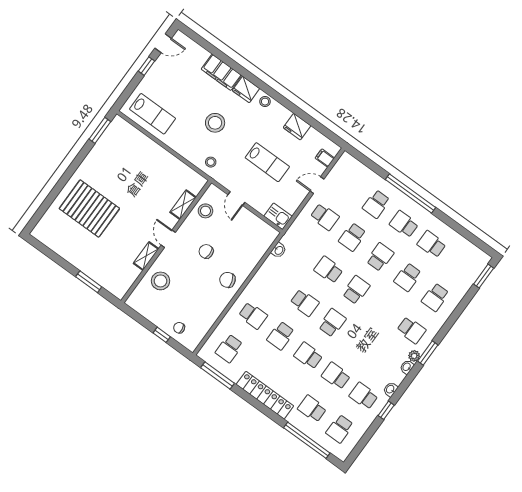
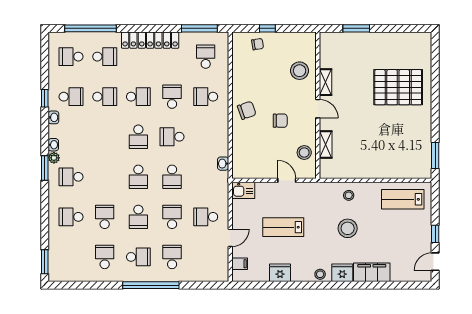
stool: (211, 162) -> (349, 195), moved
school desk: (432, 244) -> (105, 257), turned -90
school desk: (328, 270) -> (172, 177), turned 90
school desk: (435, 297) -> (71, 217), turned -90
school desk: (340, 429) -> (71, 57), turned -90

